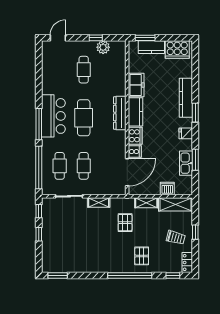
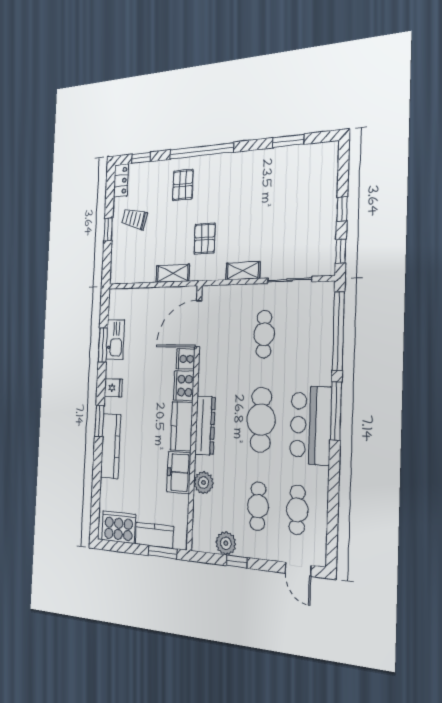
door: (58, 38) -> (298, 569), hinge flipped
plant: (119, 80) -> (203, 483), added
cafe table: (60, 166) -> (297, 510), moved
dishwasher: (167, 188) -> (142, 298), removed
shelving: (175, 204) -> (132, 273), removed
window: (58, 276) -> (288, 141), moved

